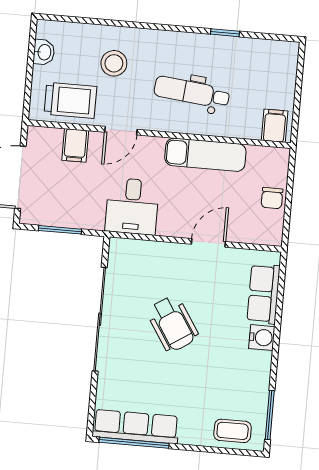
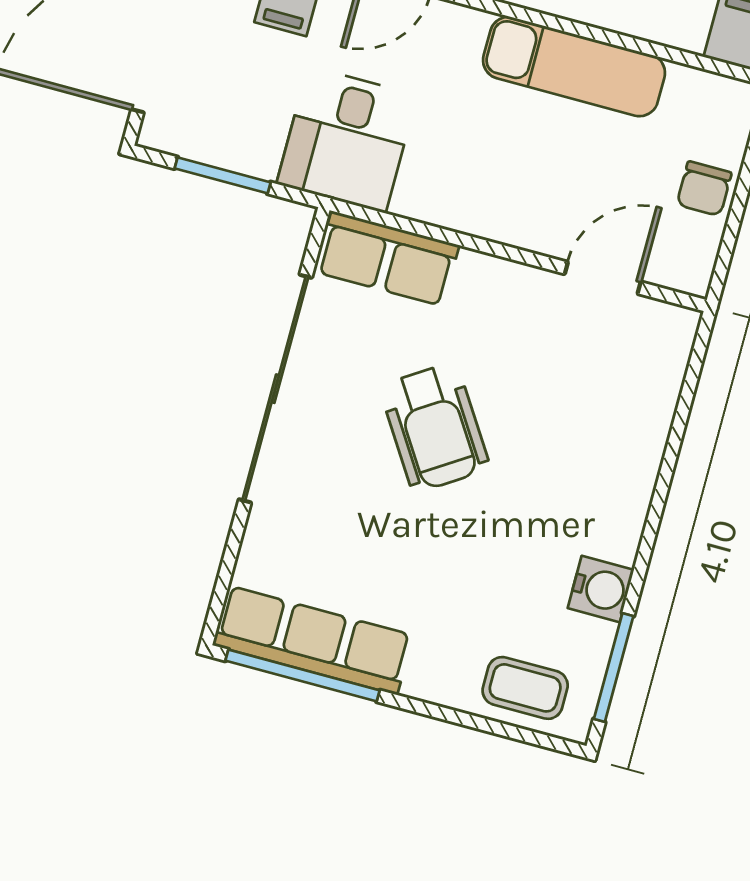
desk: (132, 206) -> (347, 140), moved
door: (208, 243) -> (603, 278), moved
row of seats: (264, 294) -> (387, 259), moved, turned -90
water cooler: (262, 338) -> (601, 589), moved

